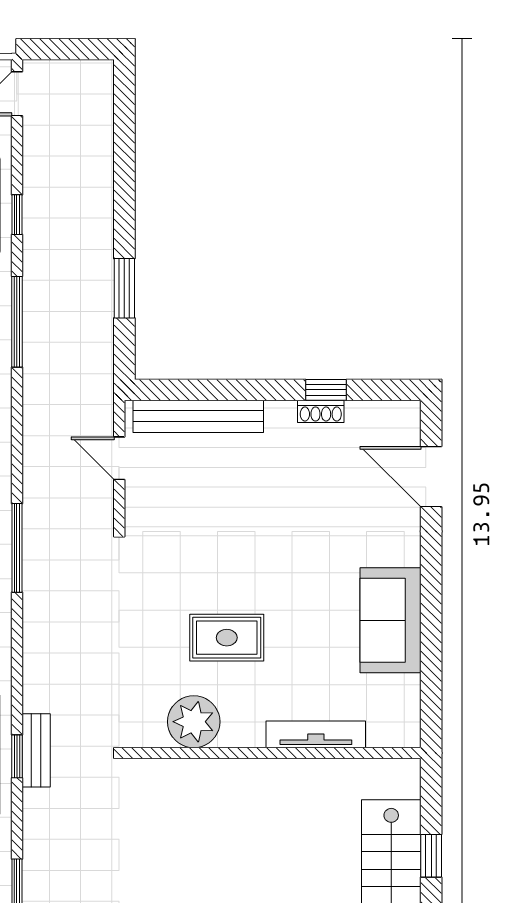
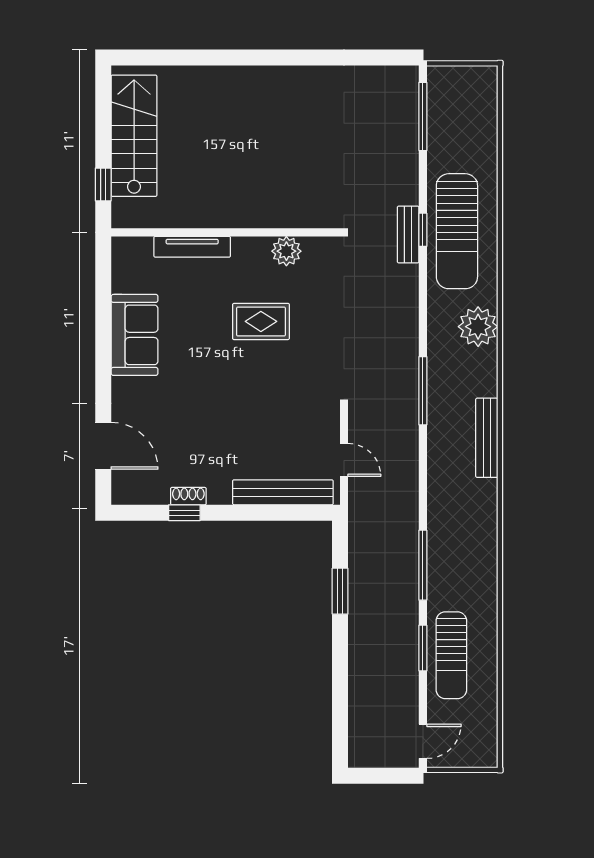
window: (17, 215) -> (423, 648), width x1.50
plant: (194, 722) -> (286, 251), width x0.73, depth x0.73
window: (431, 856) -> (103, 185), moved

